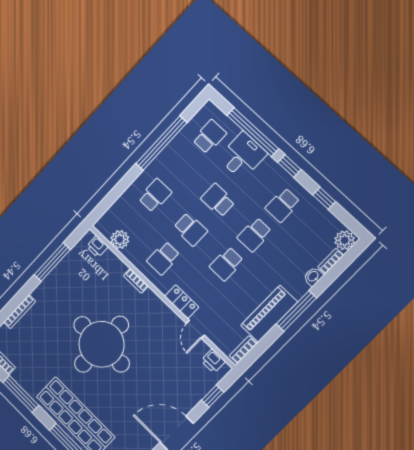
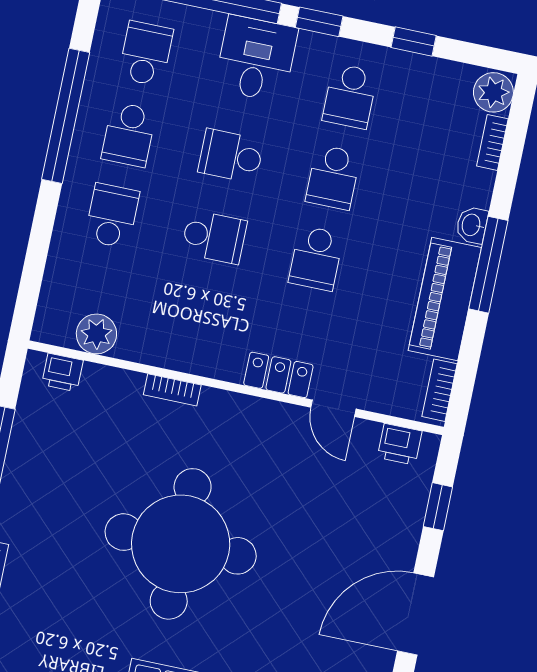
desk: (243, 156) -> (256, 59), moved
school desk: (163, 258) -> (129, 135), moved
washbasin: (313, 277) -> (472, 225), moved

